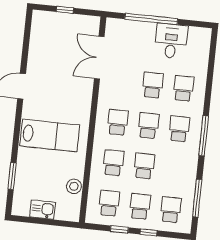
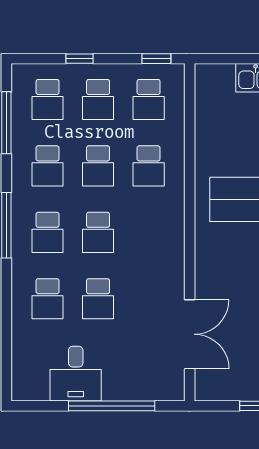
school desk: (118, 122) -> (48, 166), moved
stool: (74, 186) -> (209, 121), removed
window: (119, 229) -> (156, 59), moved

